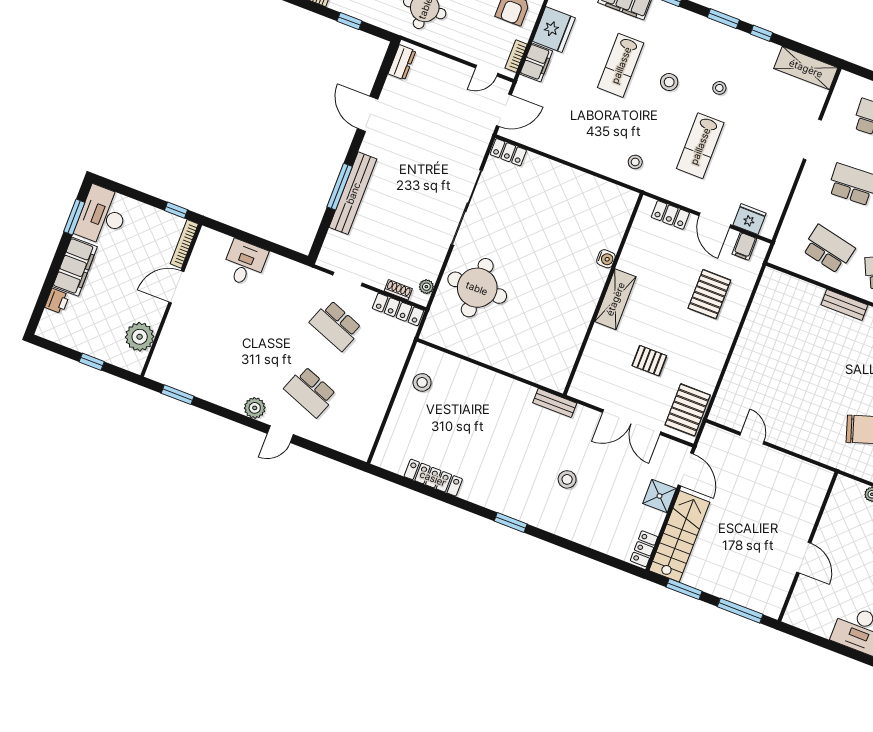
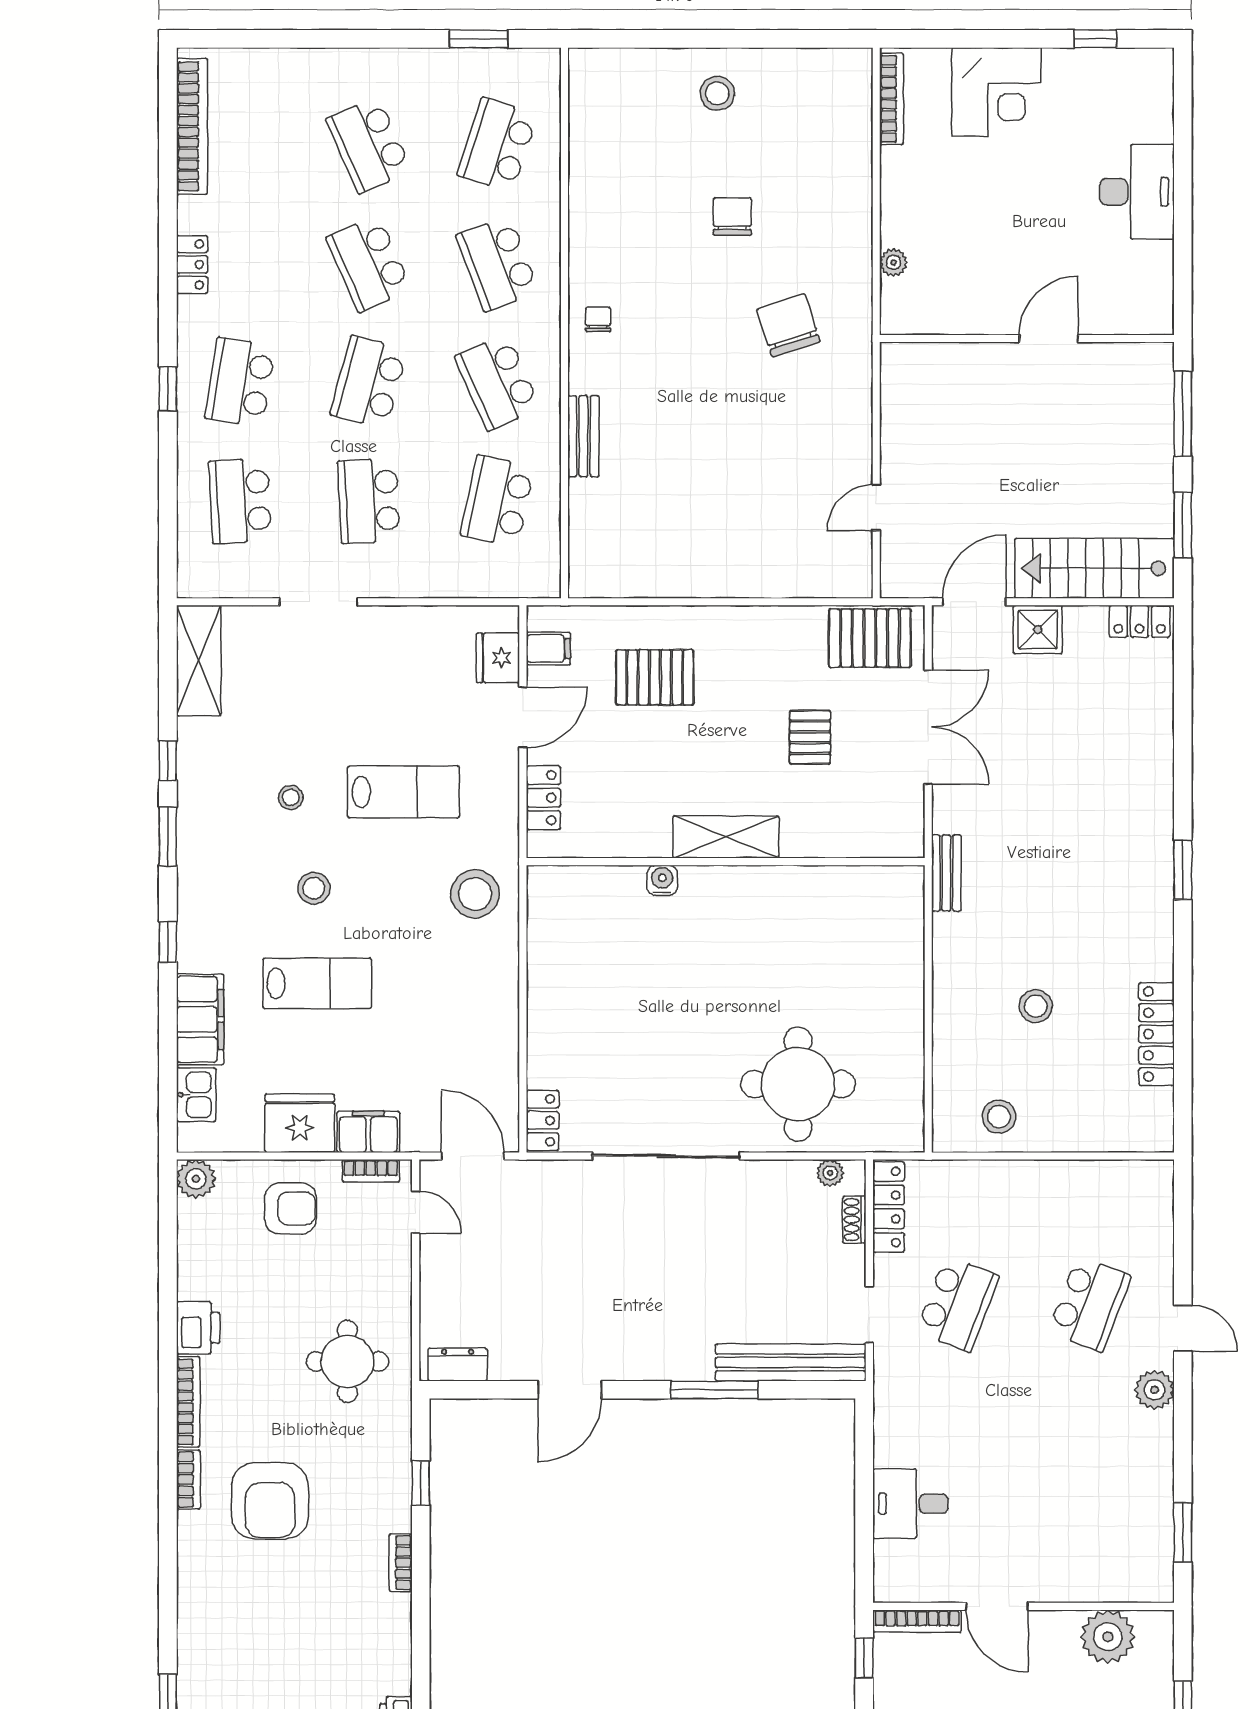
stool: (635, 162) -> (475, 894), width x1.89, depth x1.89
bench: (353, 193) -> (791, 1362), moved
stool: (567, 479) -> (1036, 1006), moved

